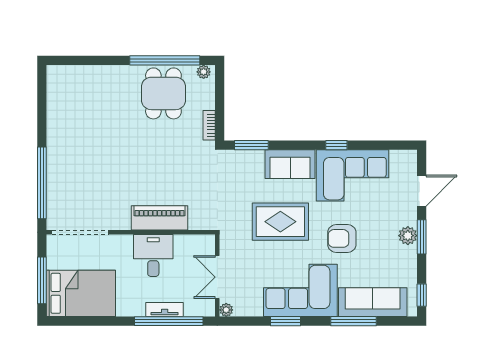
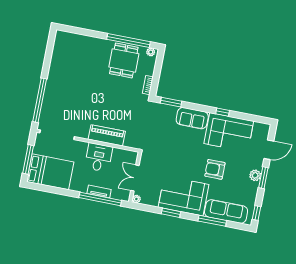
rug: (280, 222) -> (180, 152), removed

